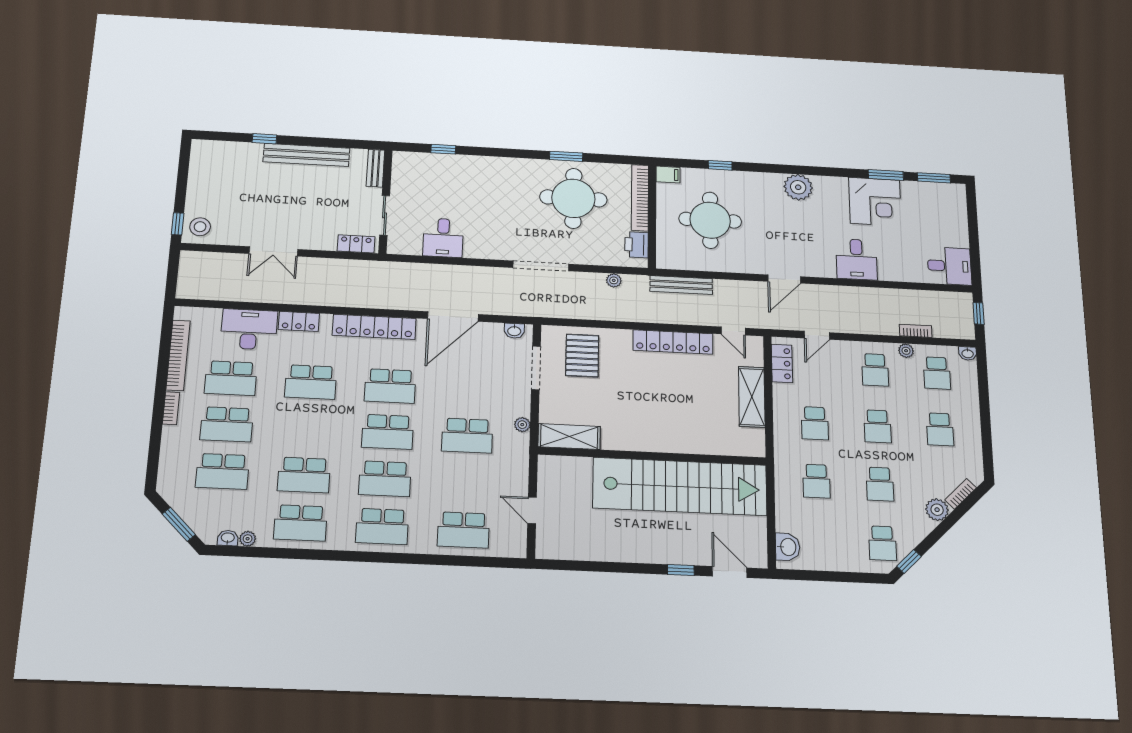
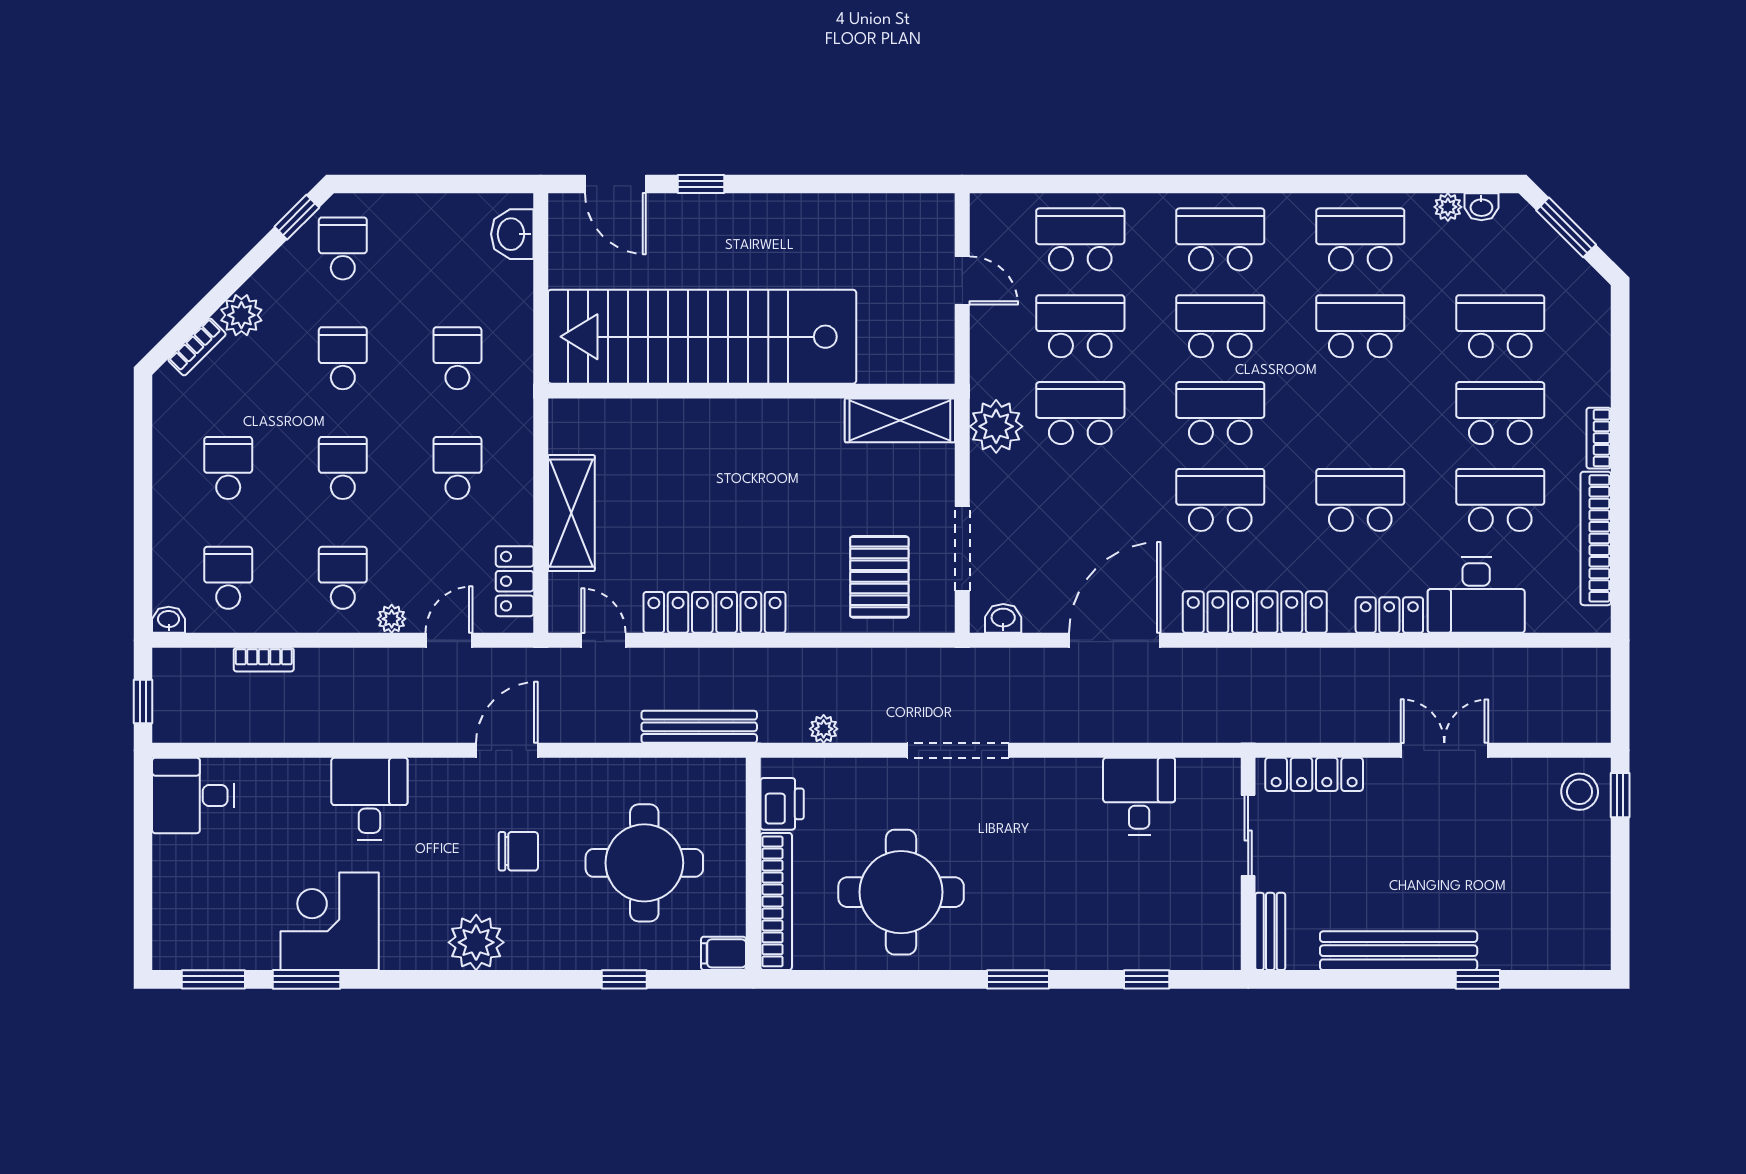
window: (566, 156) -> (1018, 979), moved
chair: (777, 229) -> (518, 851), added
locker: (356, 244) -> (1314, 774), width x1.53
plant: (906, 351) -> (392, 619), moved
plant: (522, 425) -> (996, 426), width x1.88, depth x1.88
school desk: (465, 482) -> (1080, 326), added

